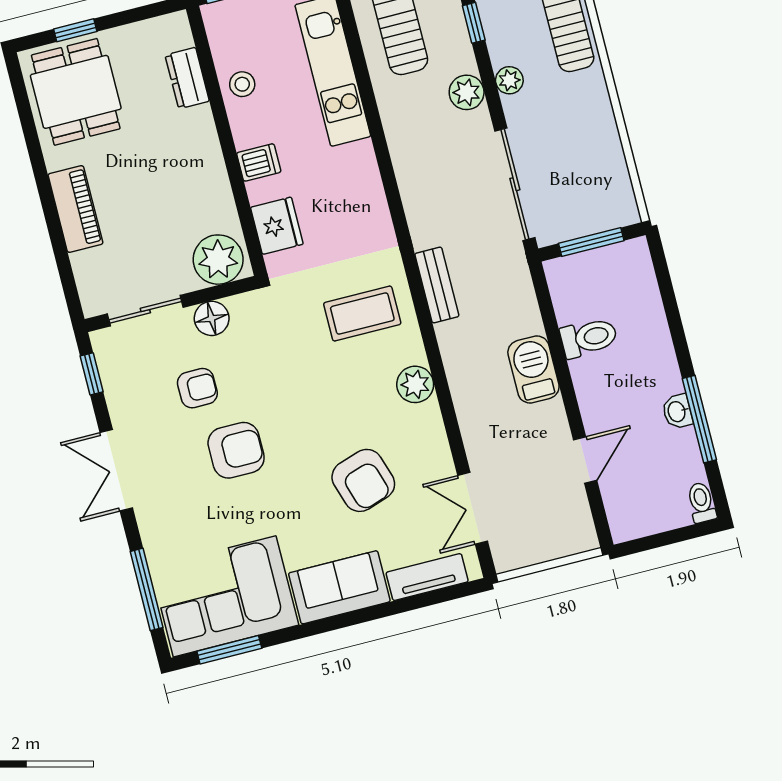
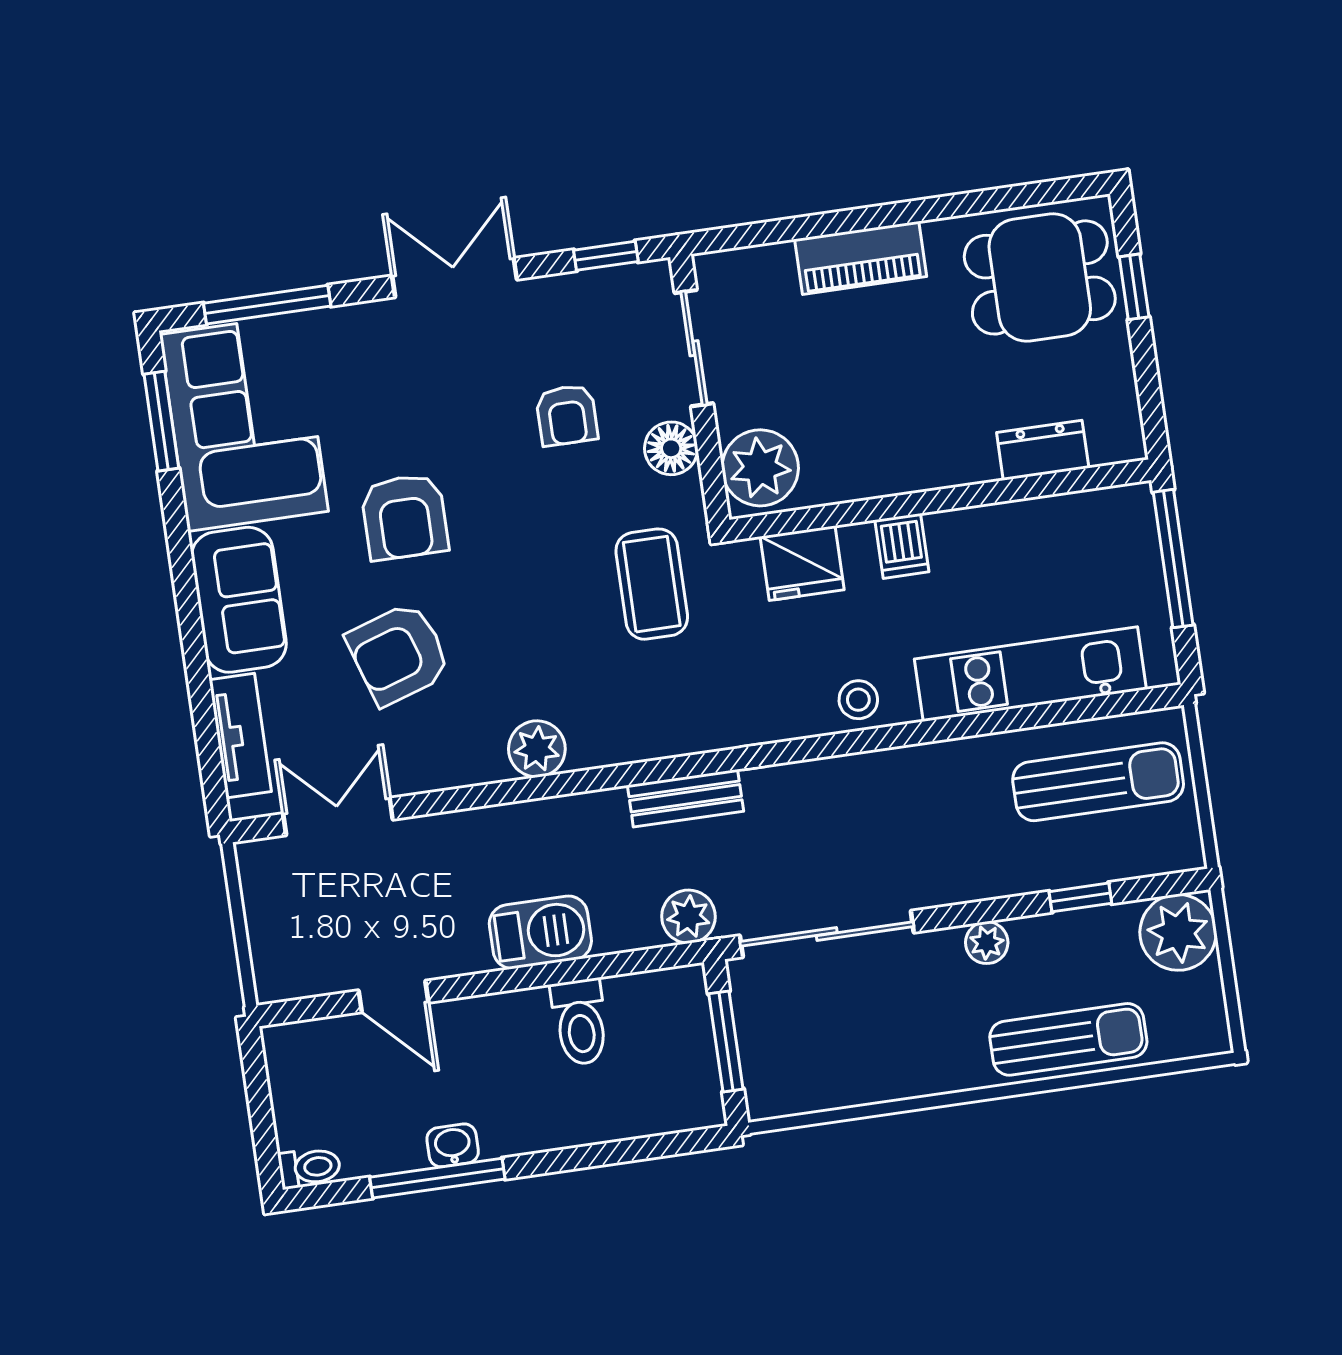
stool: (242, 84) -> (858, 700), moved
plant: (467, 92) -> (688, 917), moved
coffee table: (362, 314) -> (652, 584), moved
armchair: (236, 450) -> (405, 517), moved

